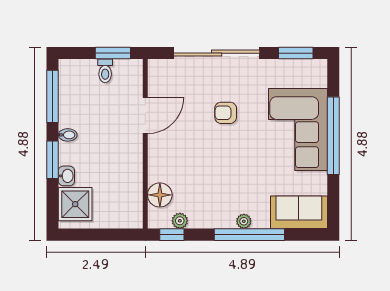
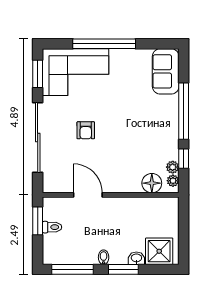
corner sofa: (298, 129) -> (75, 72), moved
plant: (244, 221) -> (173, 181), moved
window: (172, 235) -> (184, 159), moved

